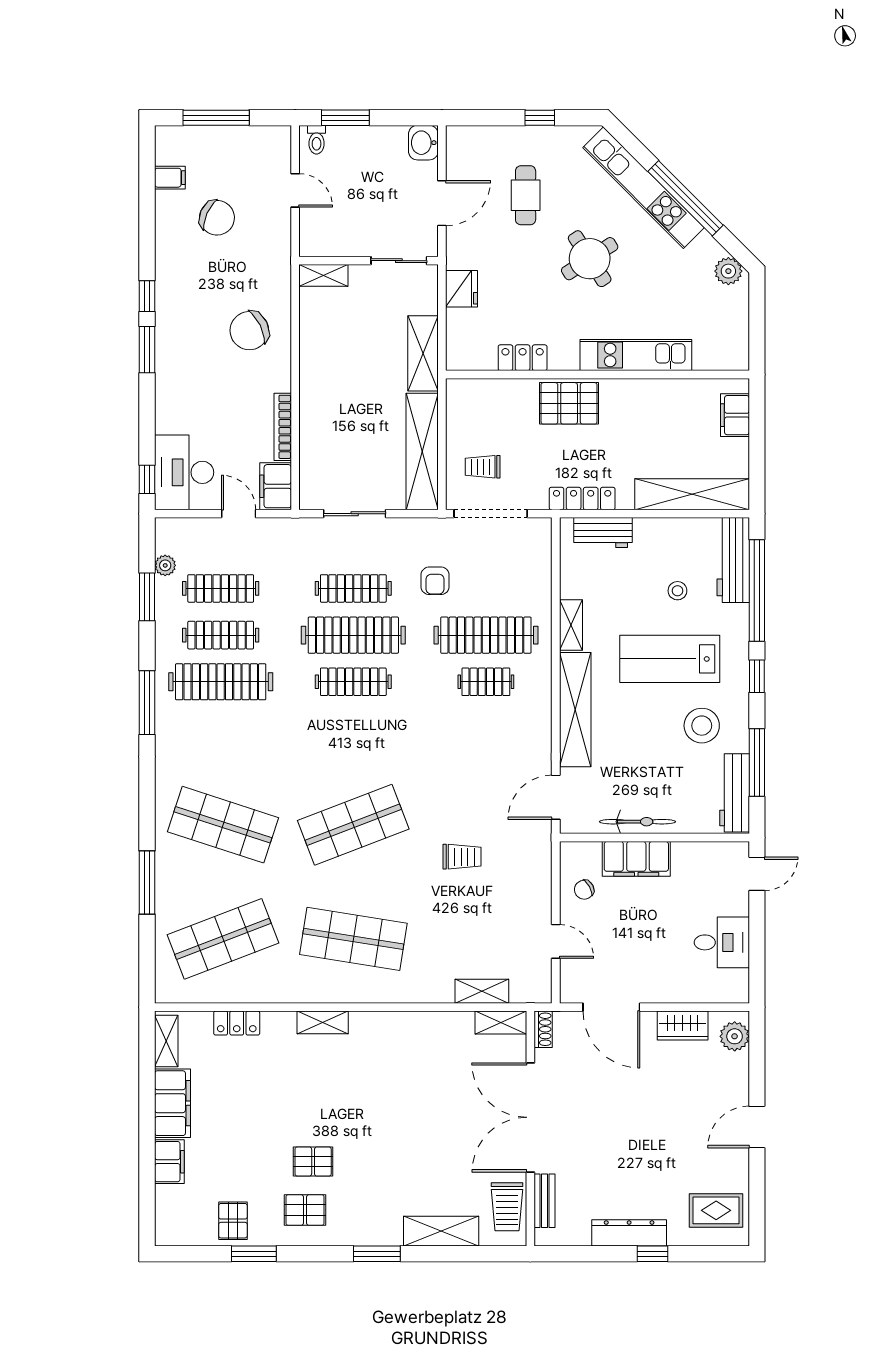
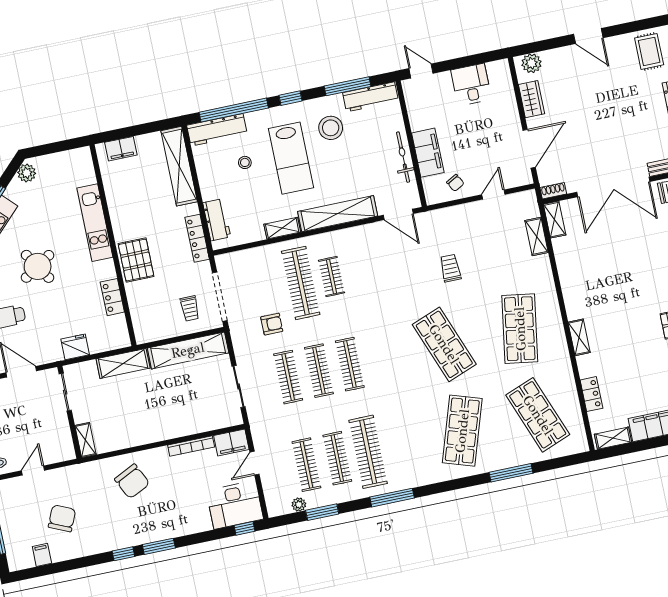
clothes rail: (353, 635) -> (319, 371), width x0.73, depth x0.76

